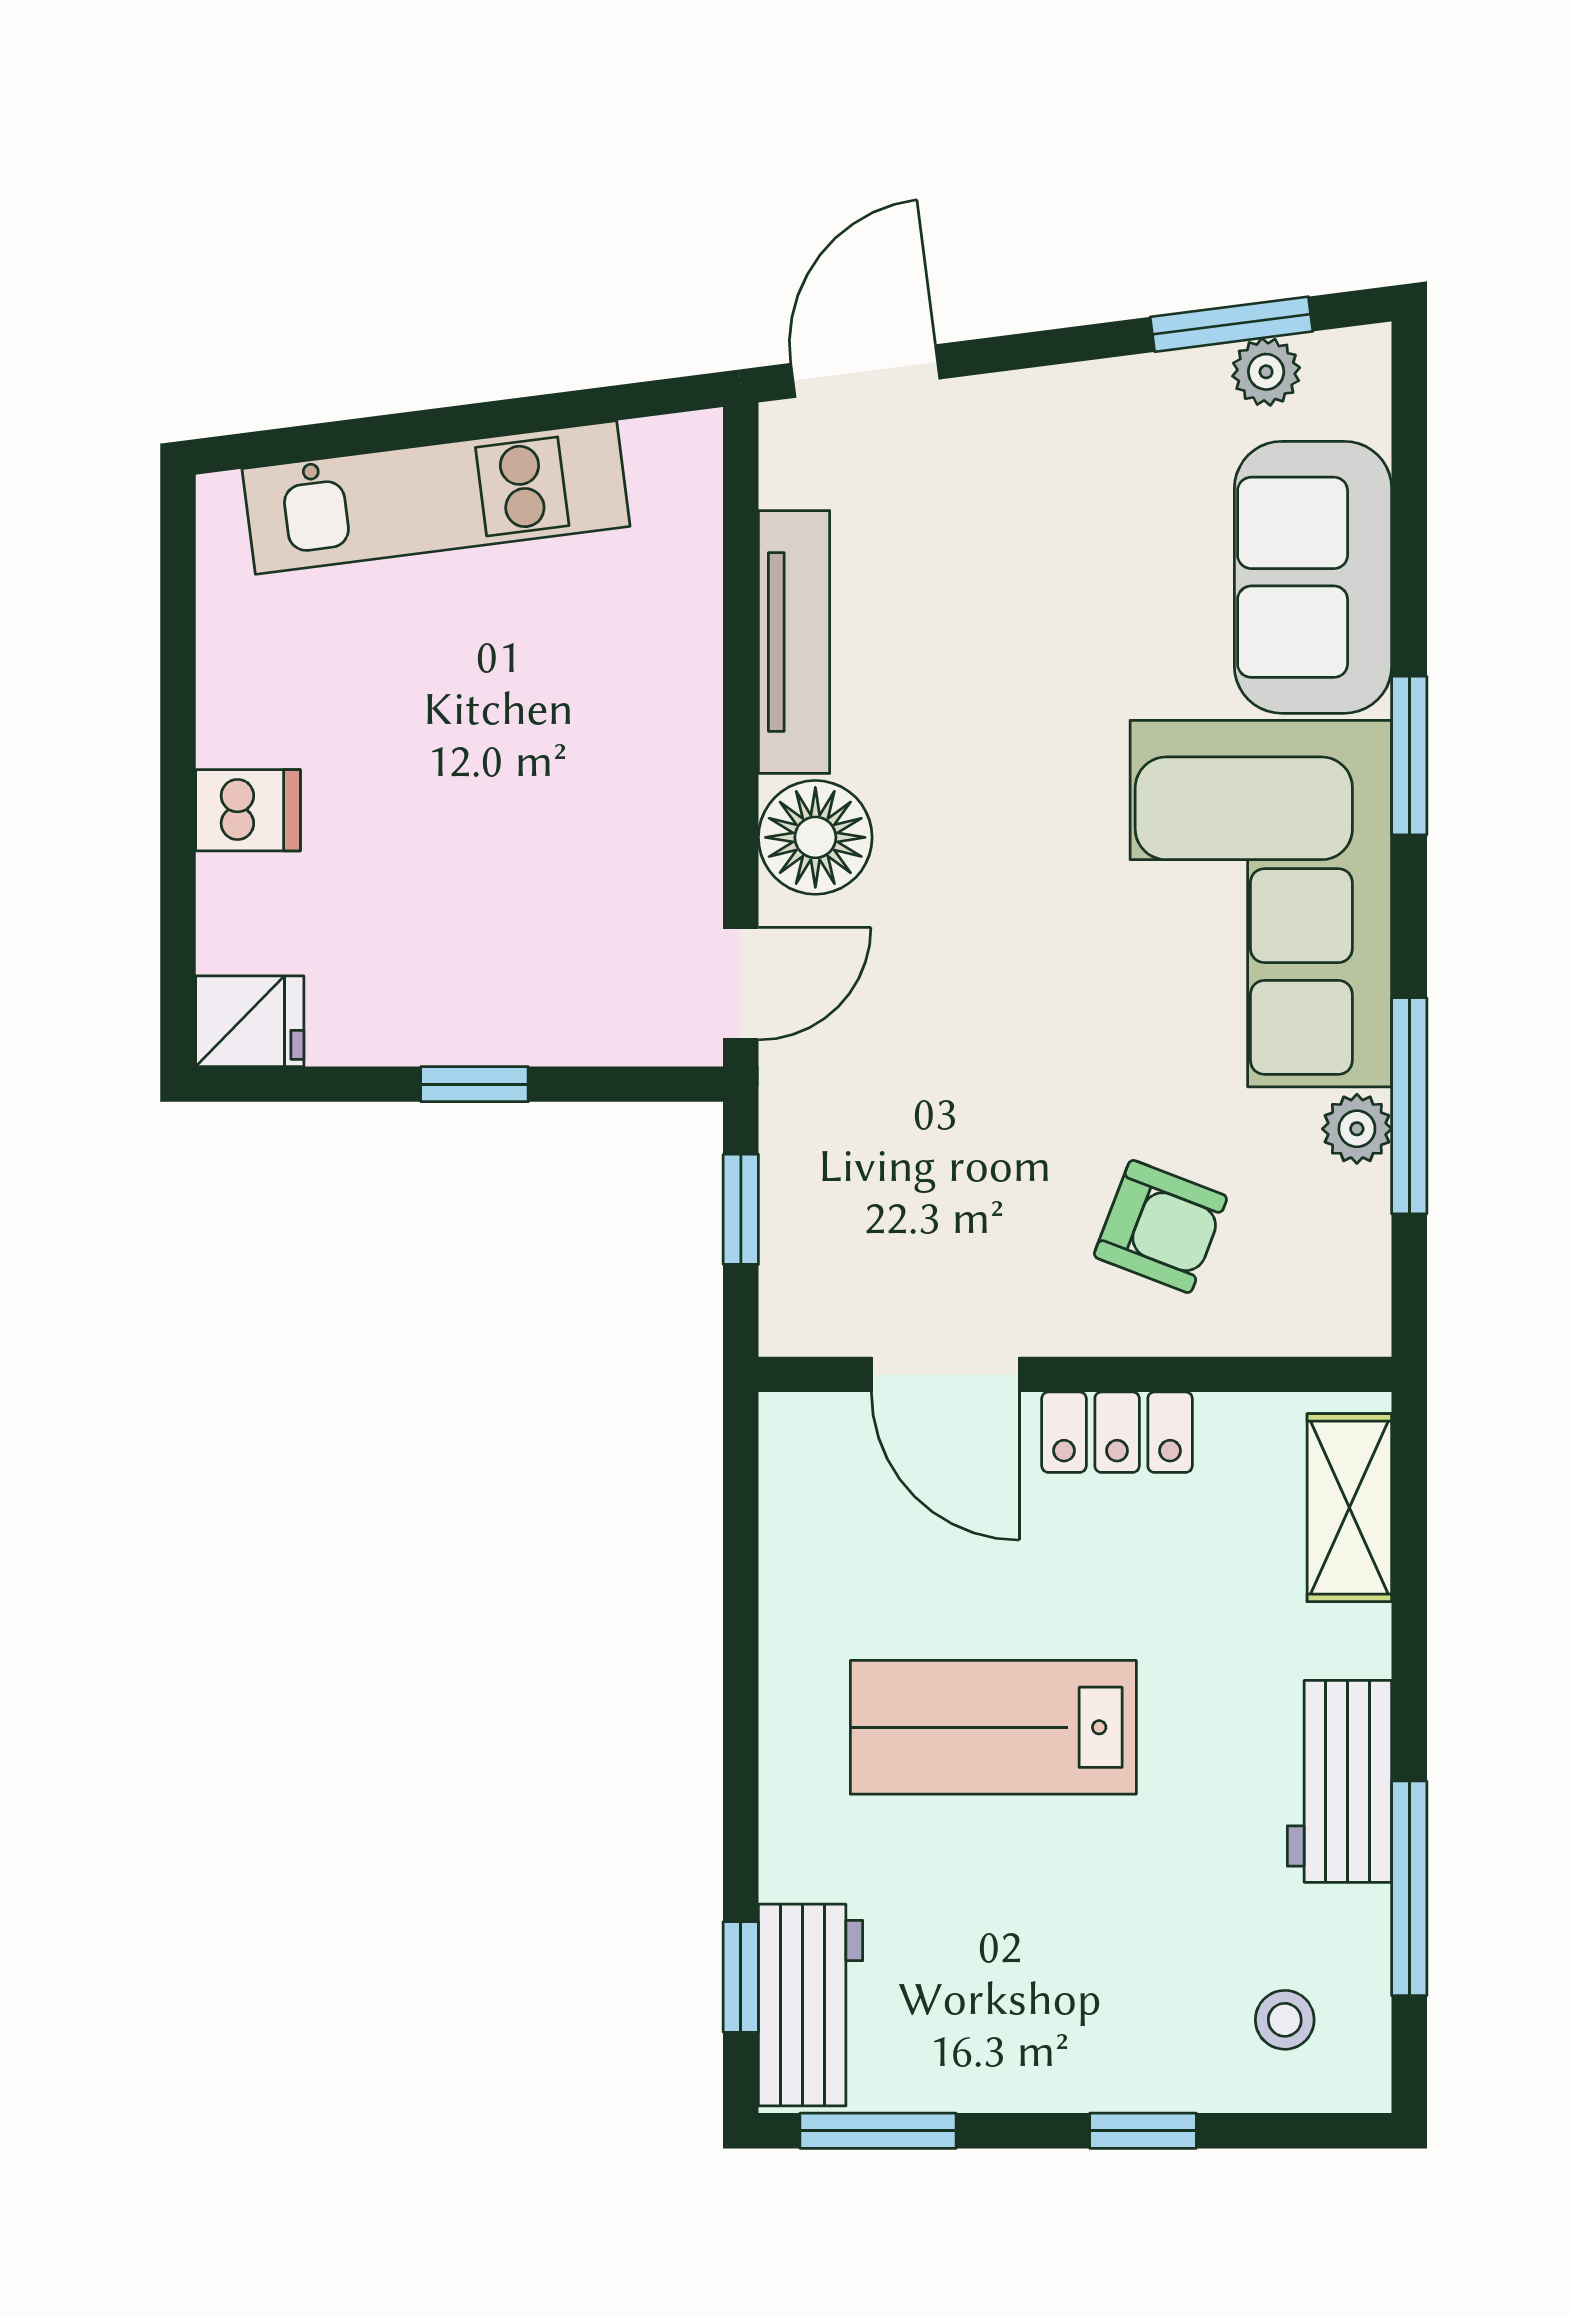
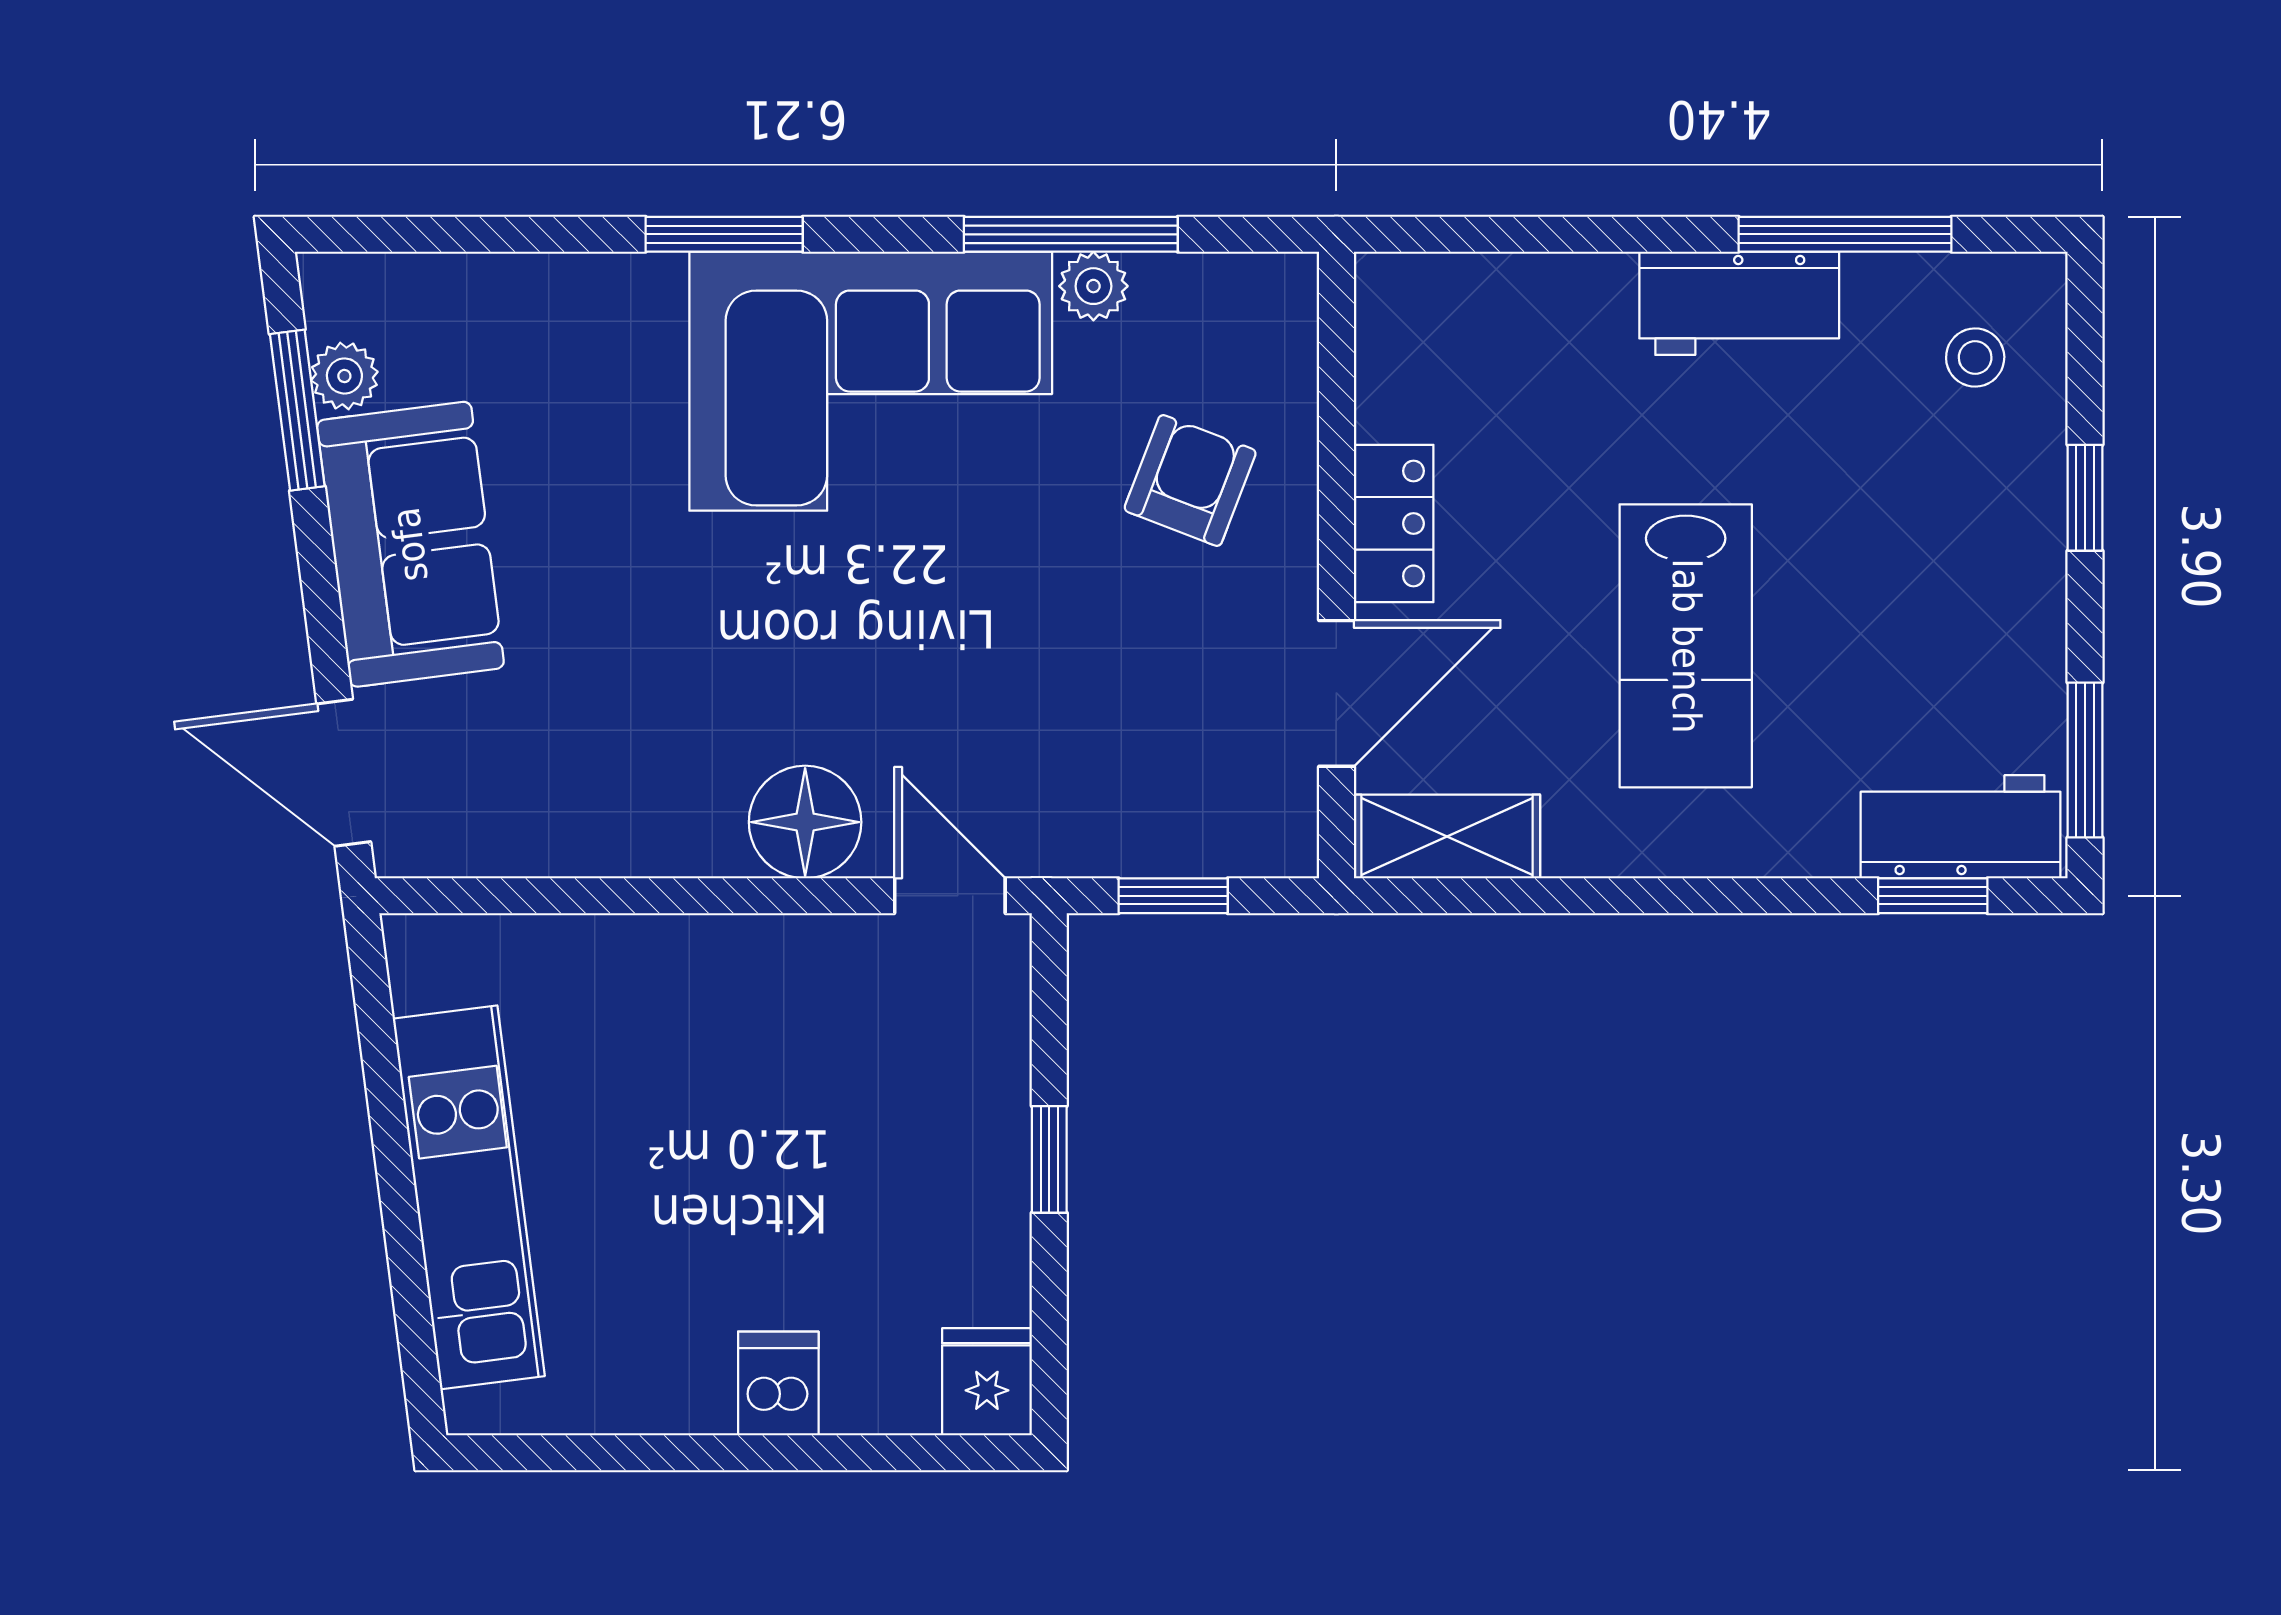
sofa: (1313, 577) -> (410, 544), moved, turned -97
tv unit: (794, 642) -> (612, 843), removed
shelving: (1349, 1508) -> (1447, 836), moved

